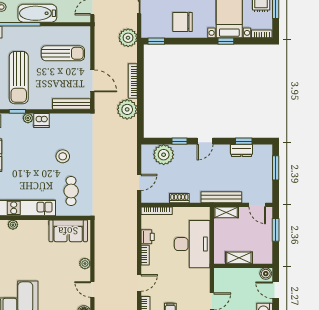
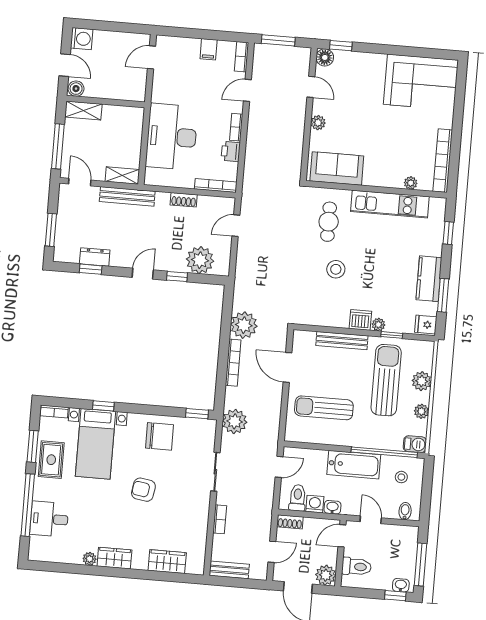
bench: (71, 104) -> (342, 341), moved
window: (276, 230) -> (58, 146), width x1.44
shelving: (239, 258) -> (83, 110), moved

